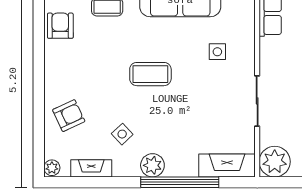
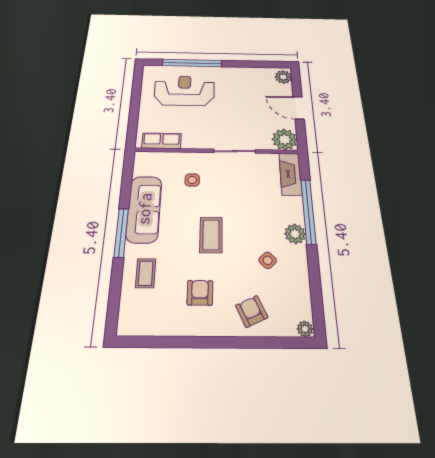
armchair: (60, 26) -> (200, 293), moved, turned 90
fireplace: (91, 168) -> (302, 290), removed

